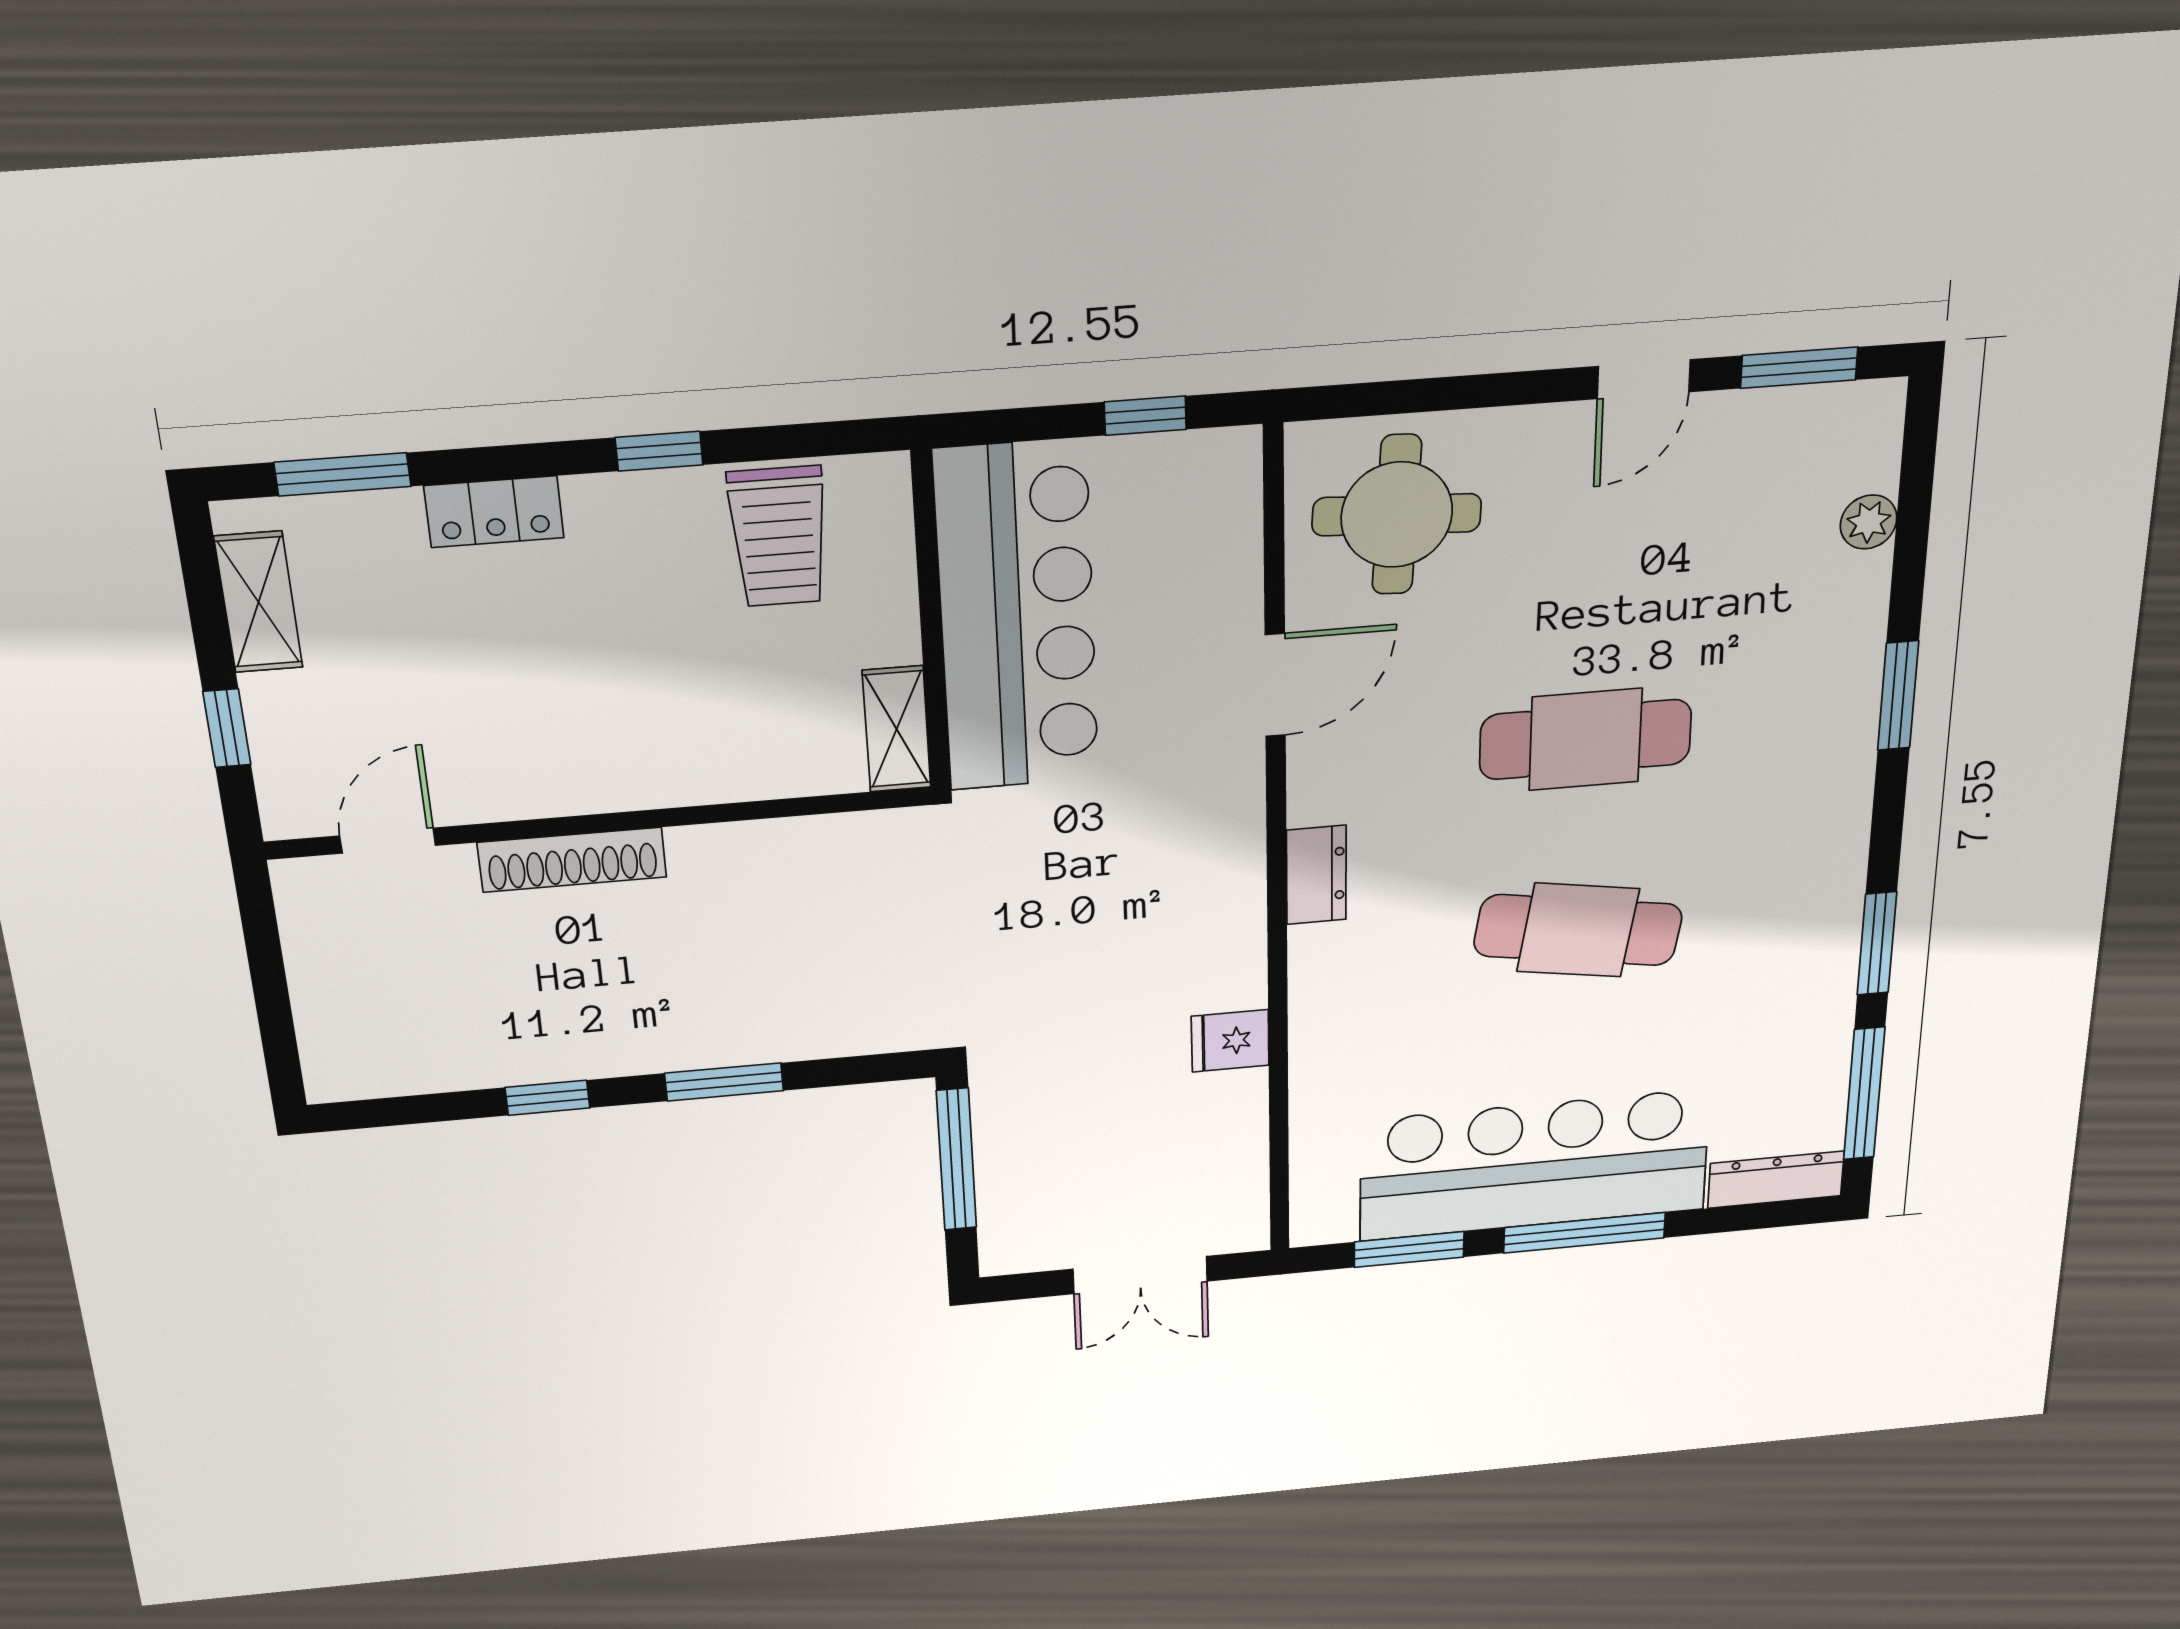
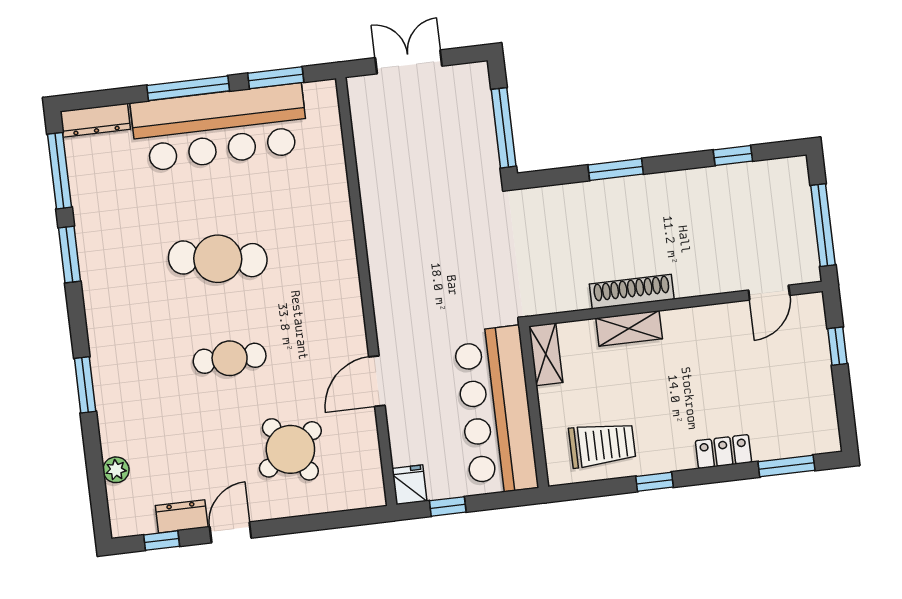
window: (1799, 368) -> (162, 541), width x0.67
round table: (1397, 515) -> (290, 449), moved, turned -37
trolley: (779, 537) -> (602, 445), turned 90
shelving: (259, 602) -> (629, 328), moved, turned 90
cafe table: (1585, 739) -> (230, 358), width x0.73, depth x0.74
shoe rack: (572, 860) -> (632, 292), moved
dresser: (1316, 875) -> (182, 516), moved, turned 90
window: (267, 971) -> (823, 225), added
fridge: (1230, 1041) -> (409, 485), moved, turned -90
window: (547, 1098) -> (733, 156), moved

